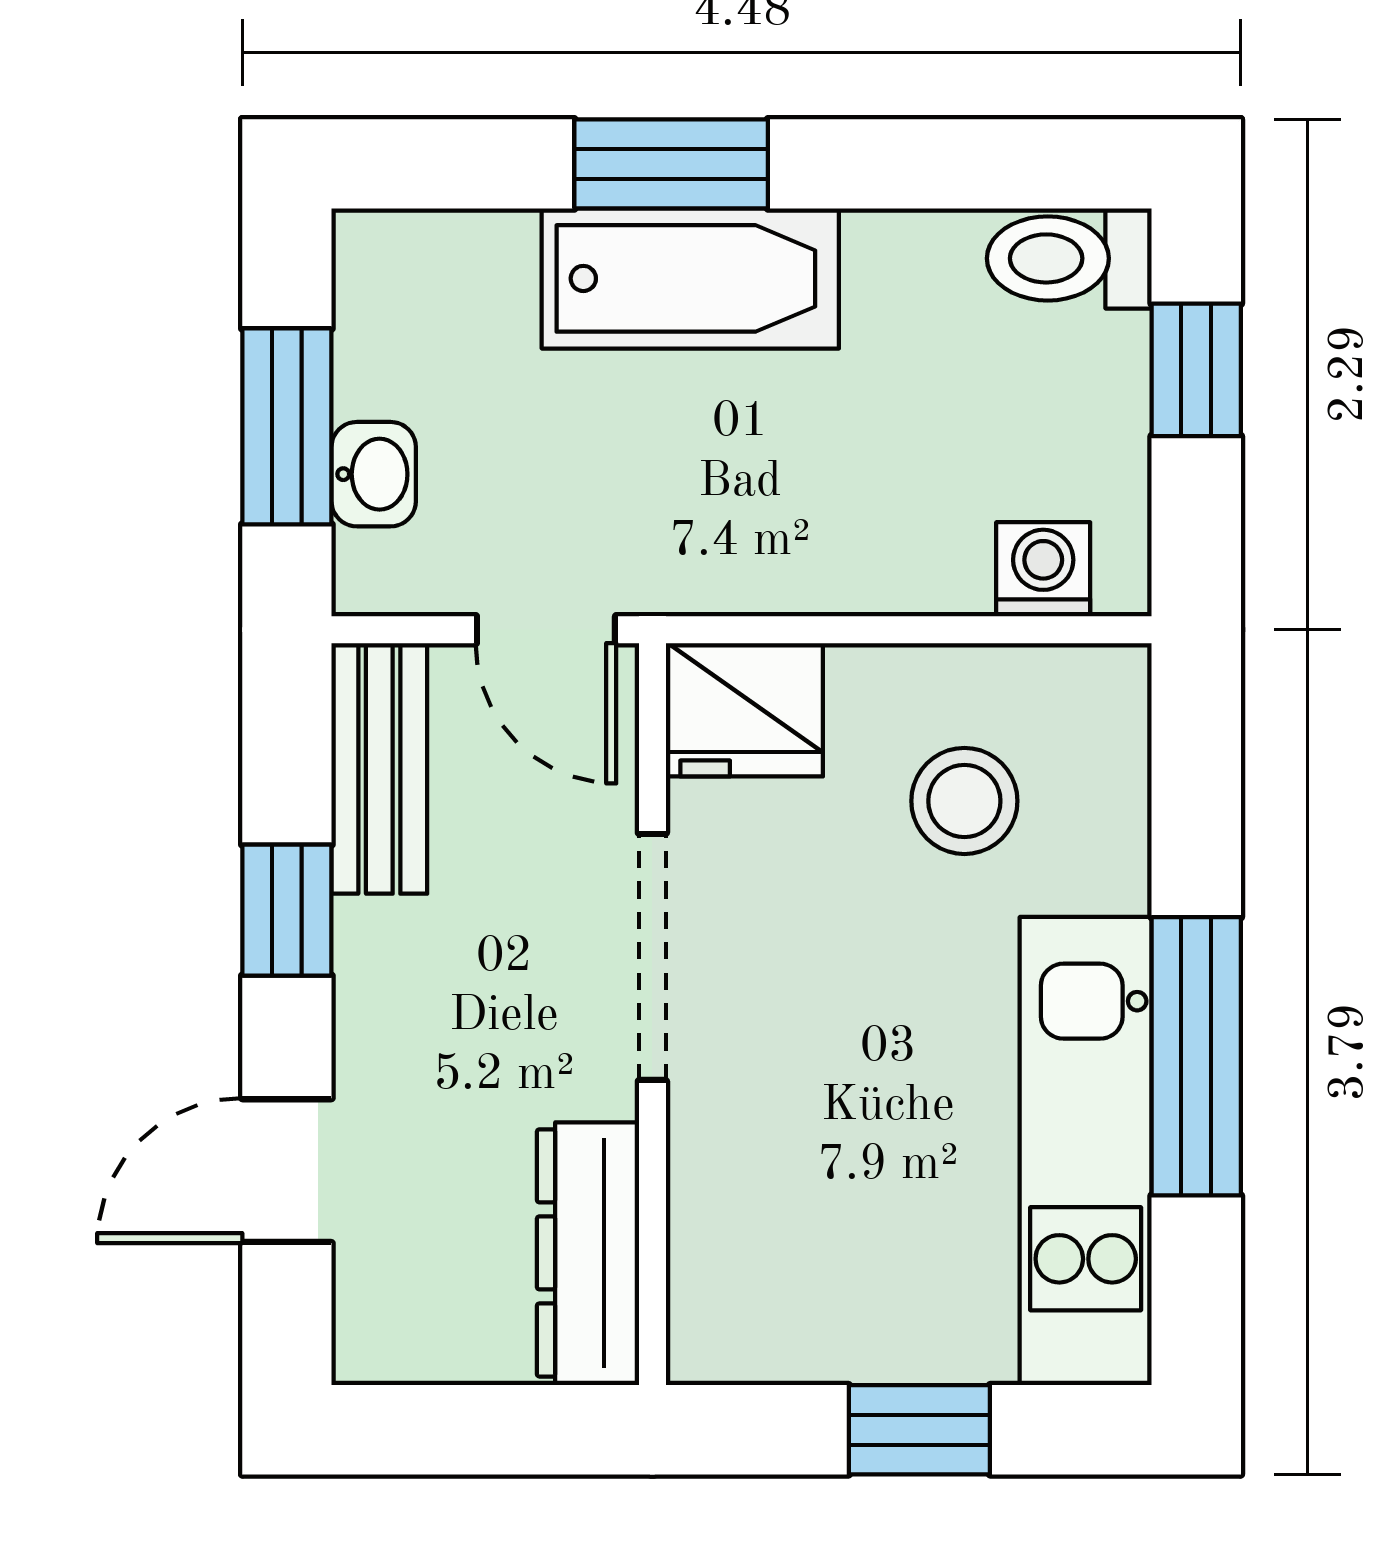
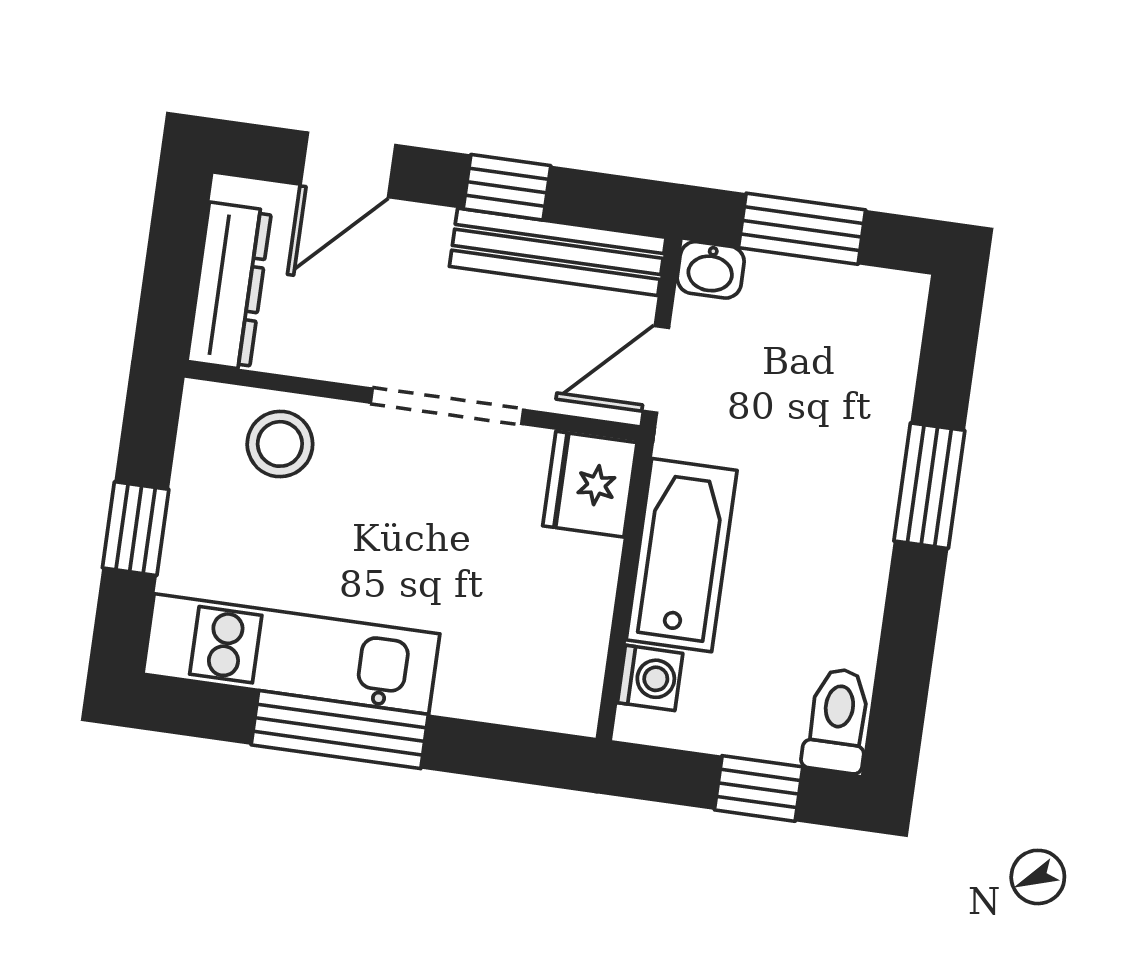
bathtub: (690, 278) -> (682, 555), moved, turned 180
washbasin: (374, 474) -> (711, 270), moved
bench: (379, 768) -> (558, 252), width x1.36
stool: (964, 801) -> (280, 444), moved
door: (287, 1171) -> (348, 165), swing flipped
dresser: (588, 1253) -> (229, 286), moved, turned 90

